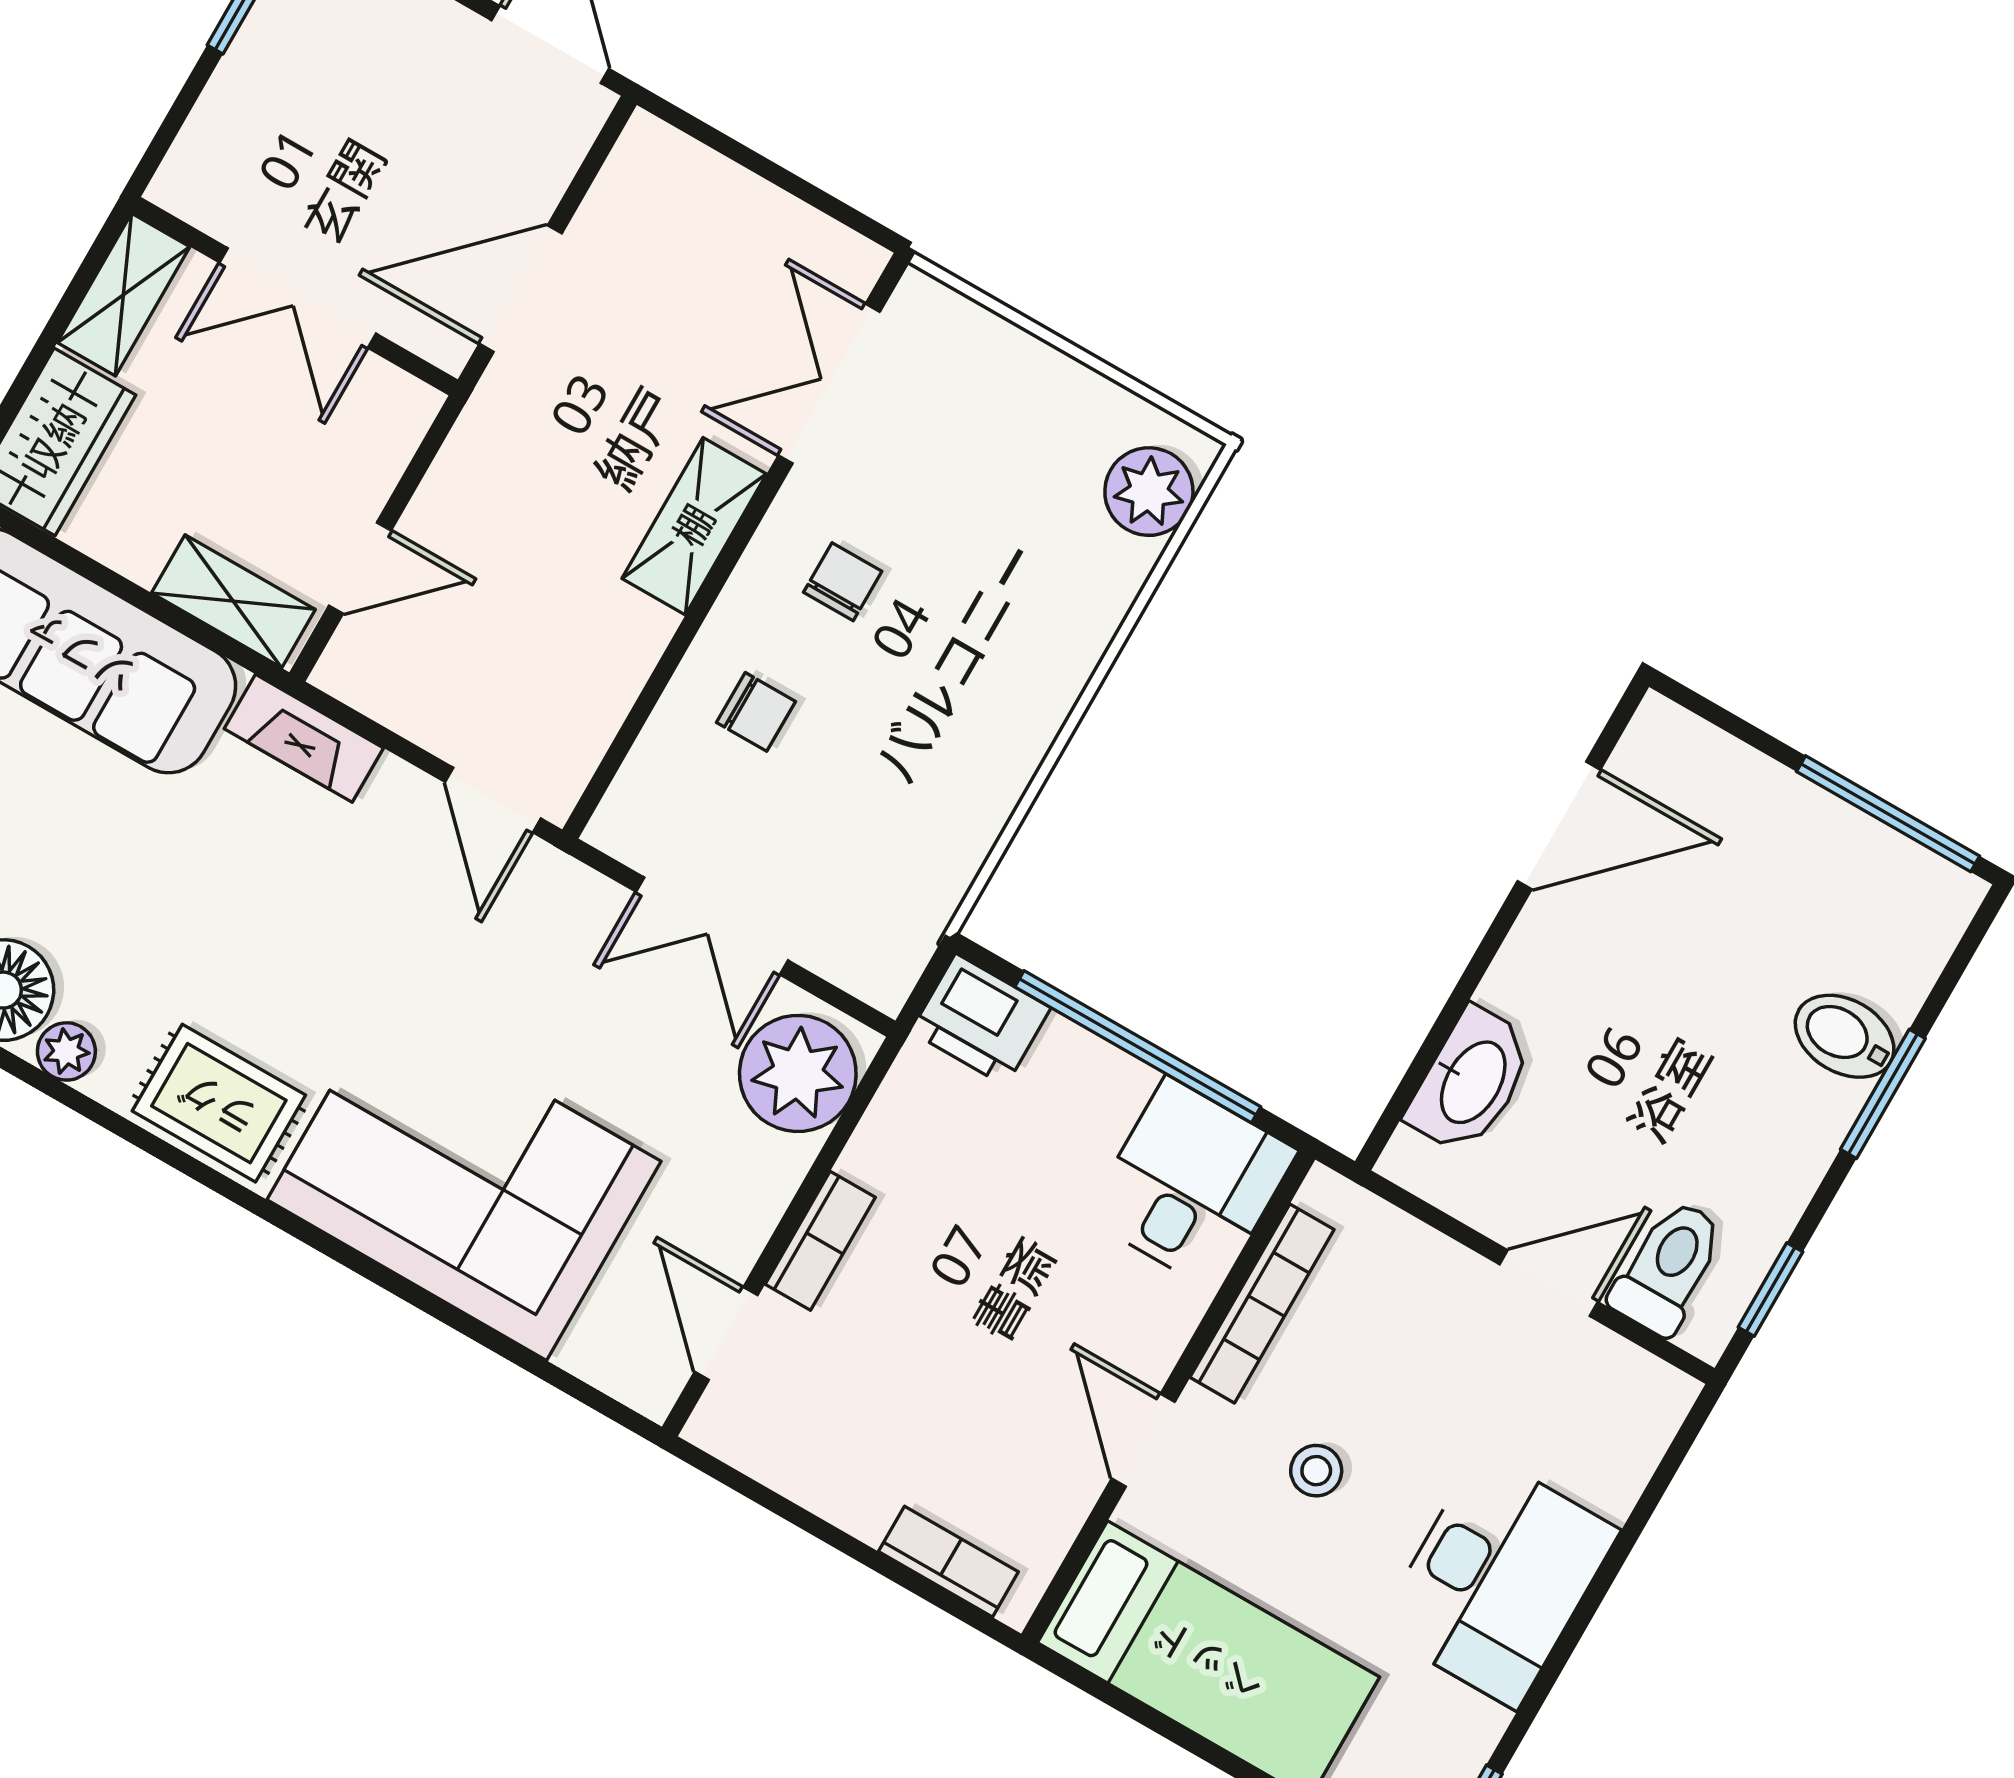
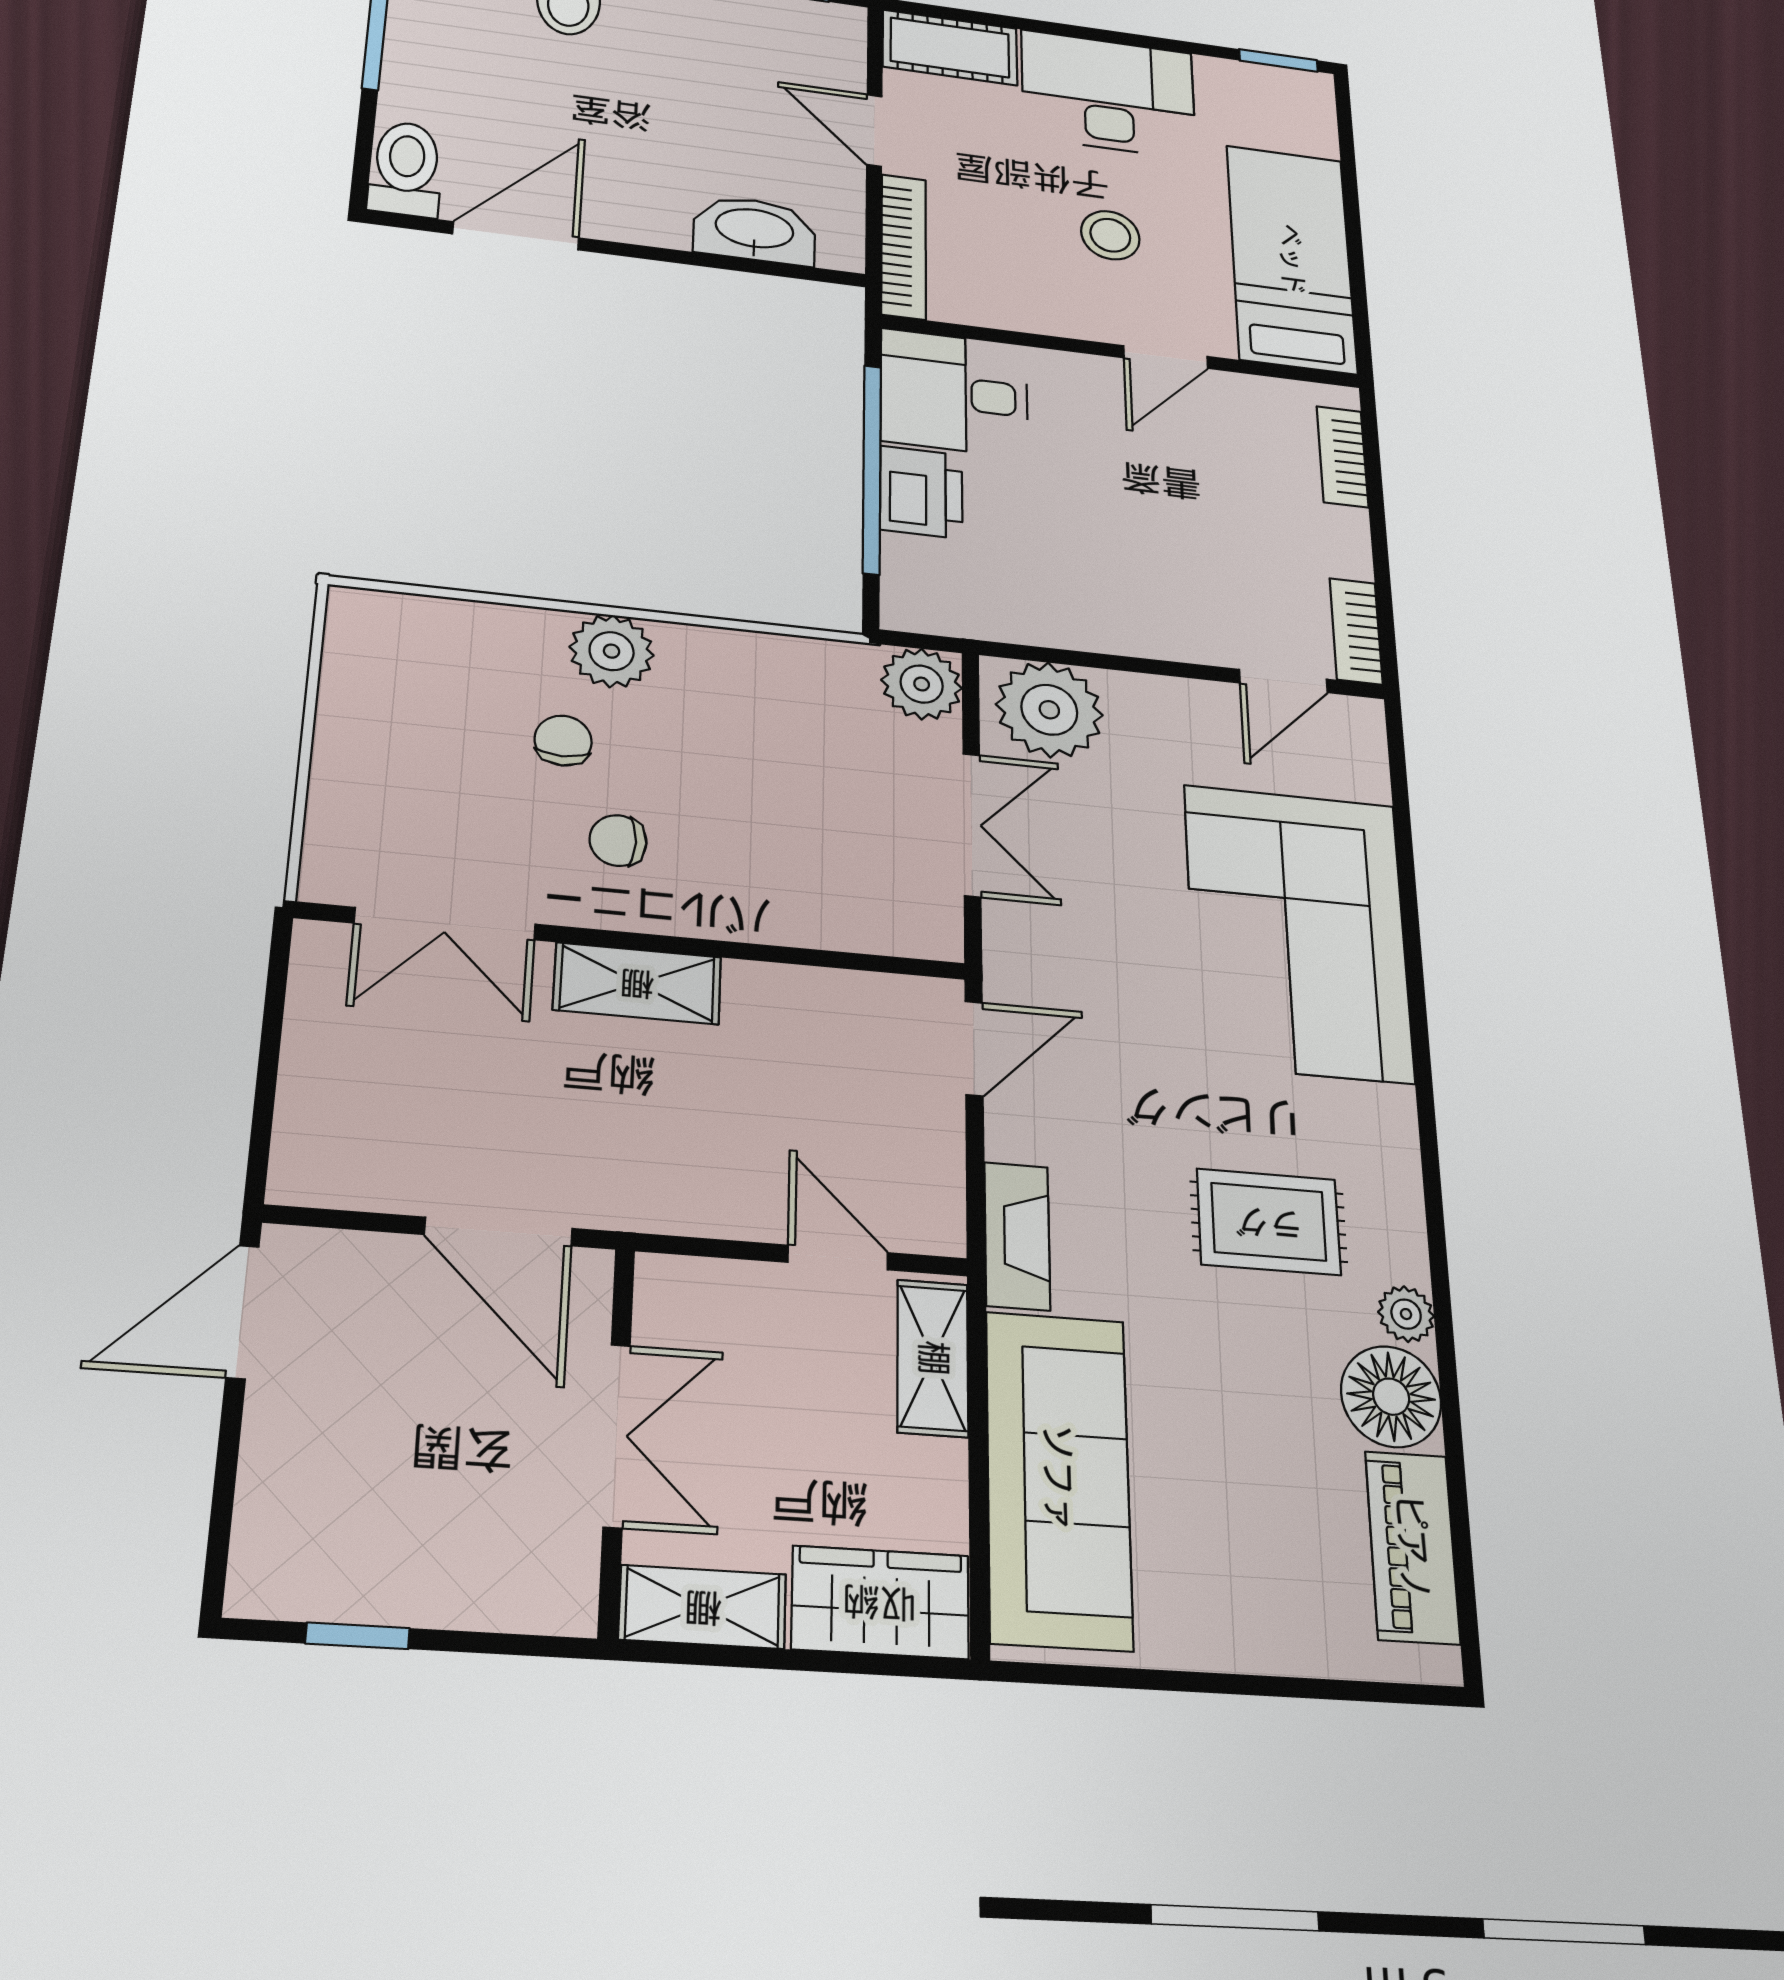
plant: (1149, 492) -> (612, 651), moved
chair: (756, 712) -> (563, 741), moved
door: (1559, 825) -> (516, 236), hinge flipped
plant: (879, 961) -> (922, 684), added
printer: (981, 1020) -> (921, 492), moved
rug: (219, 1103) -> (1269, 1222), moved, turned 90
bookcase: (820, 1241) -> (1356, 631), moved, turned -90
toilet: (1668, 1267) -> (406, 169), moved, turned 90
bookcase: (1262, 1303) -> (904, 247), moved, turned 90
cot: (1627, 1432) -> (950, 48), added
stool: (1316, 1471) -> (1110, 235), width x1.37, depth x1.37

